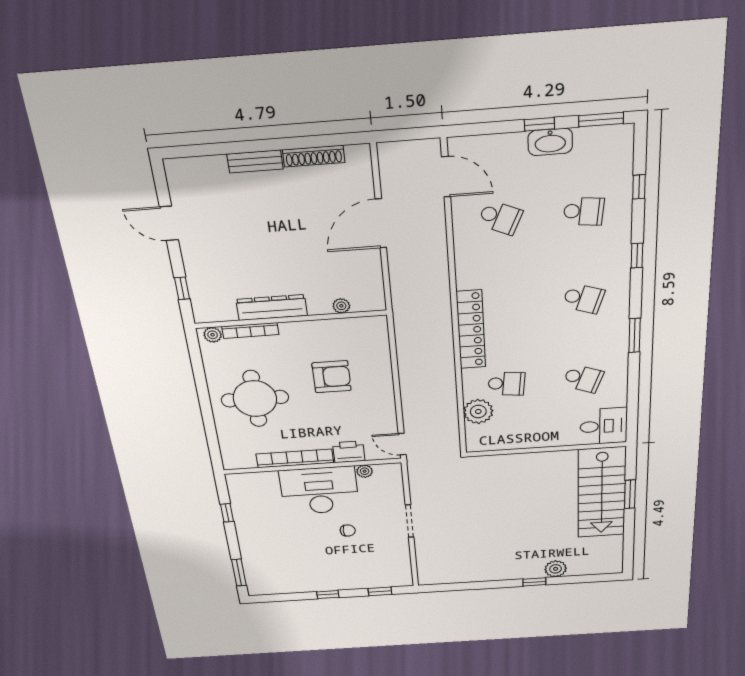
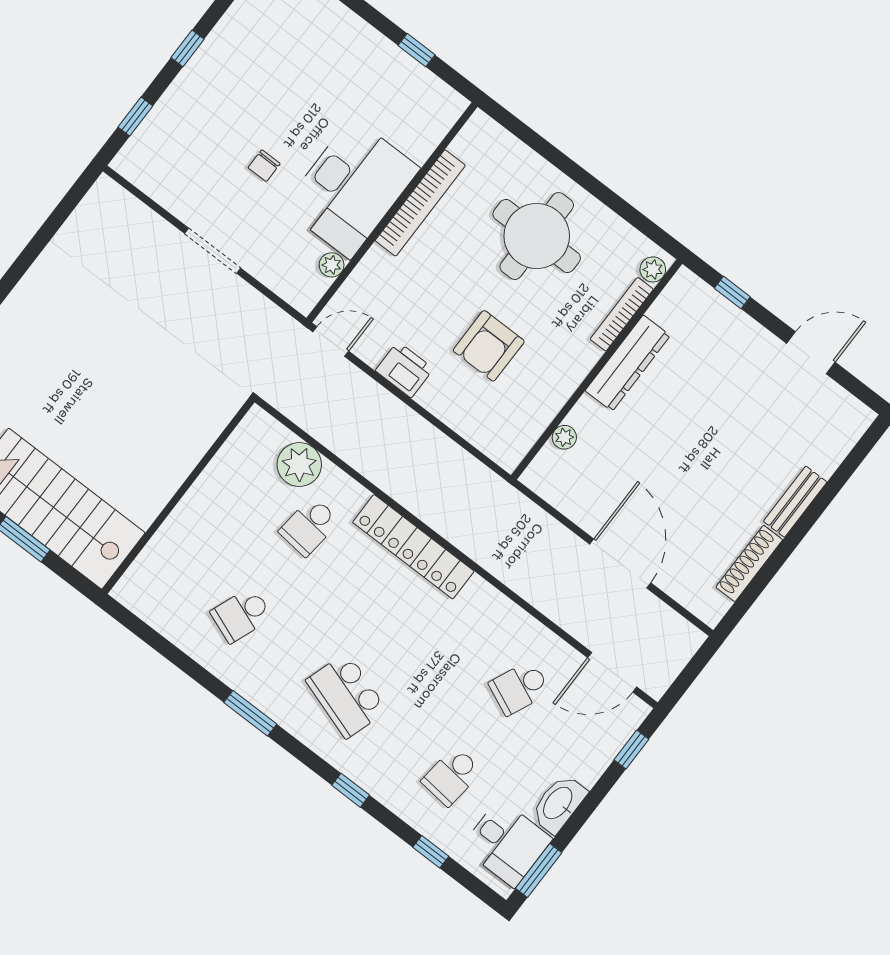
window: (539, 124) -> (631, 750), moved
school desk: (583, 299) -> (347, 695), width x1.85
desk: (604, 426) -> (507, 843), moved, turned -90
printer: (349, 452) -> (404, 370), moved, turned -90

